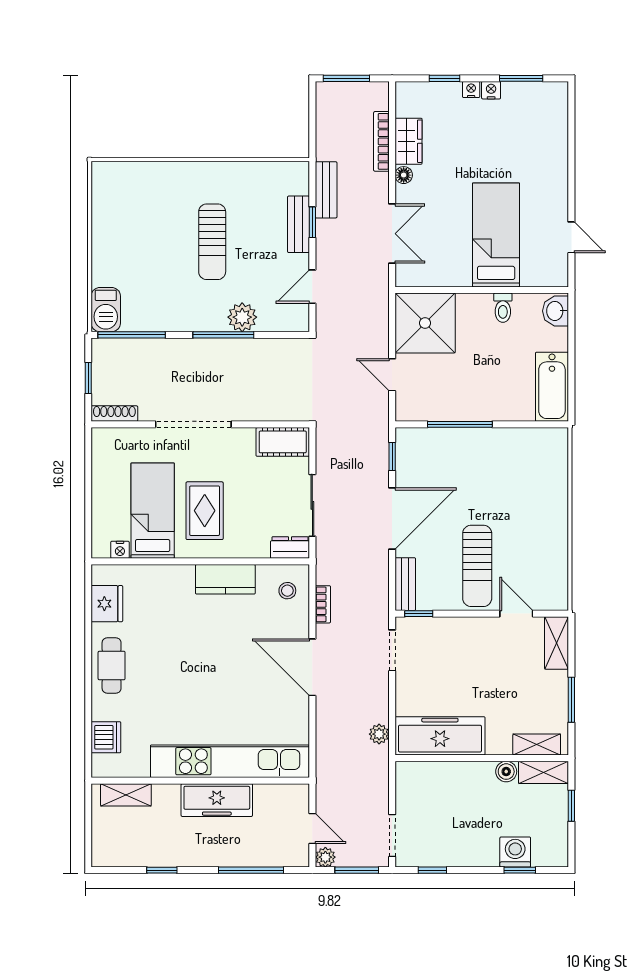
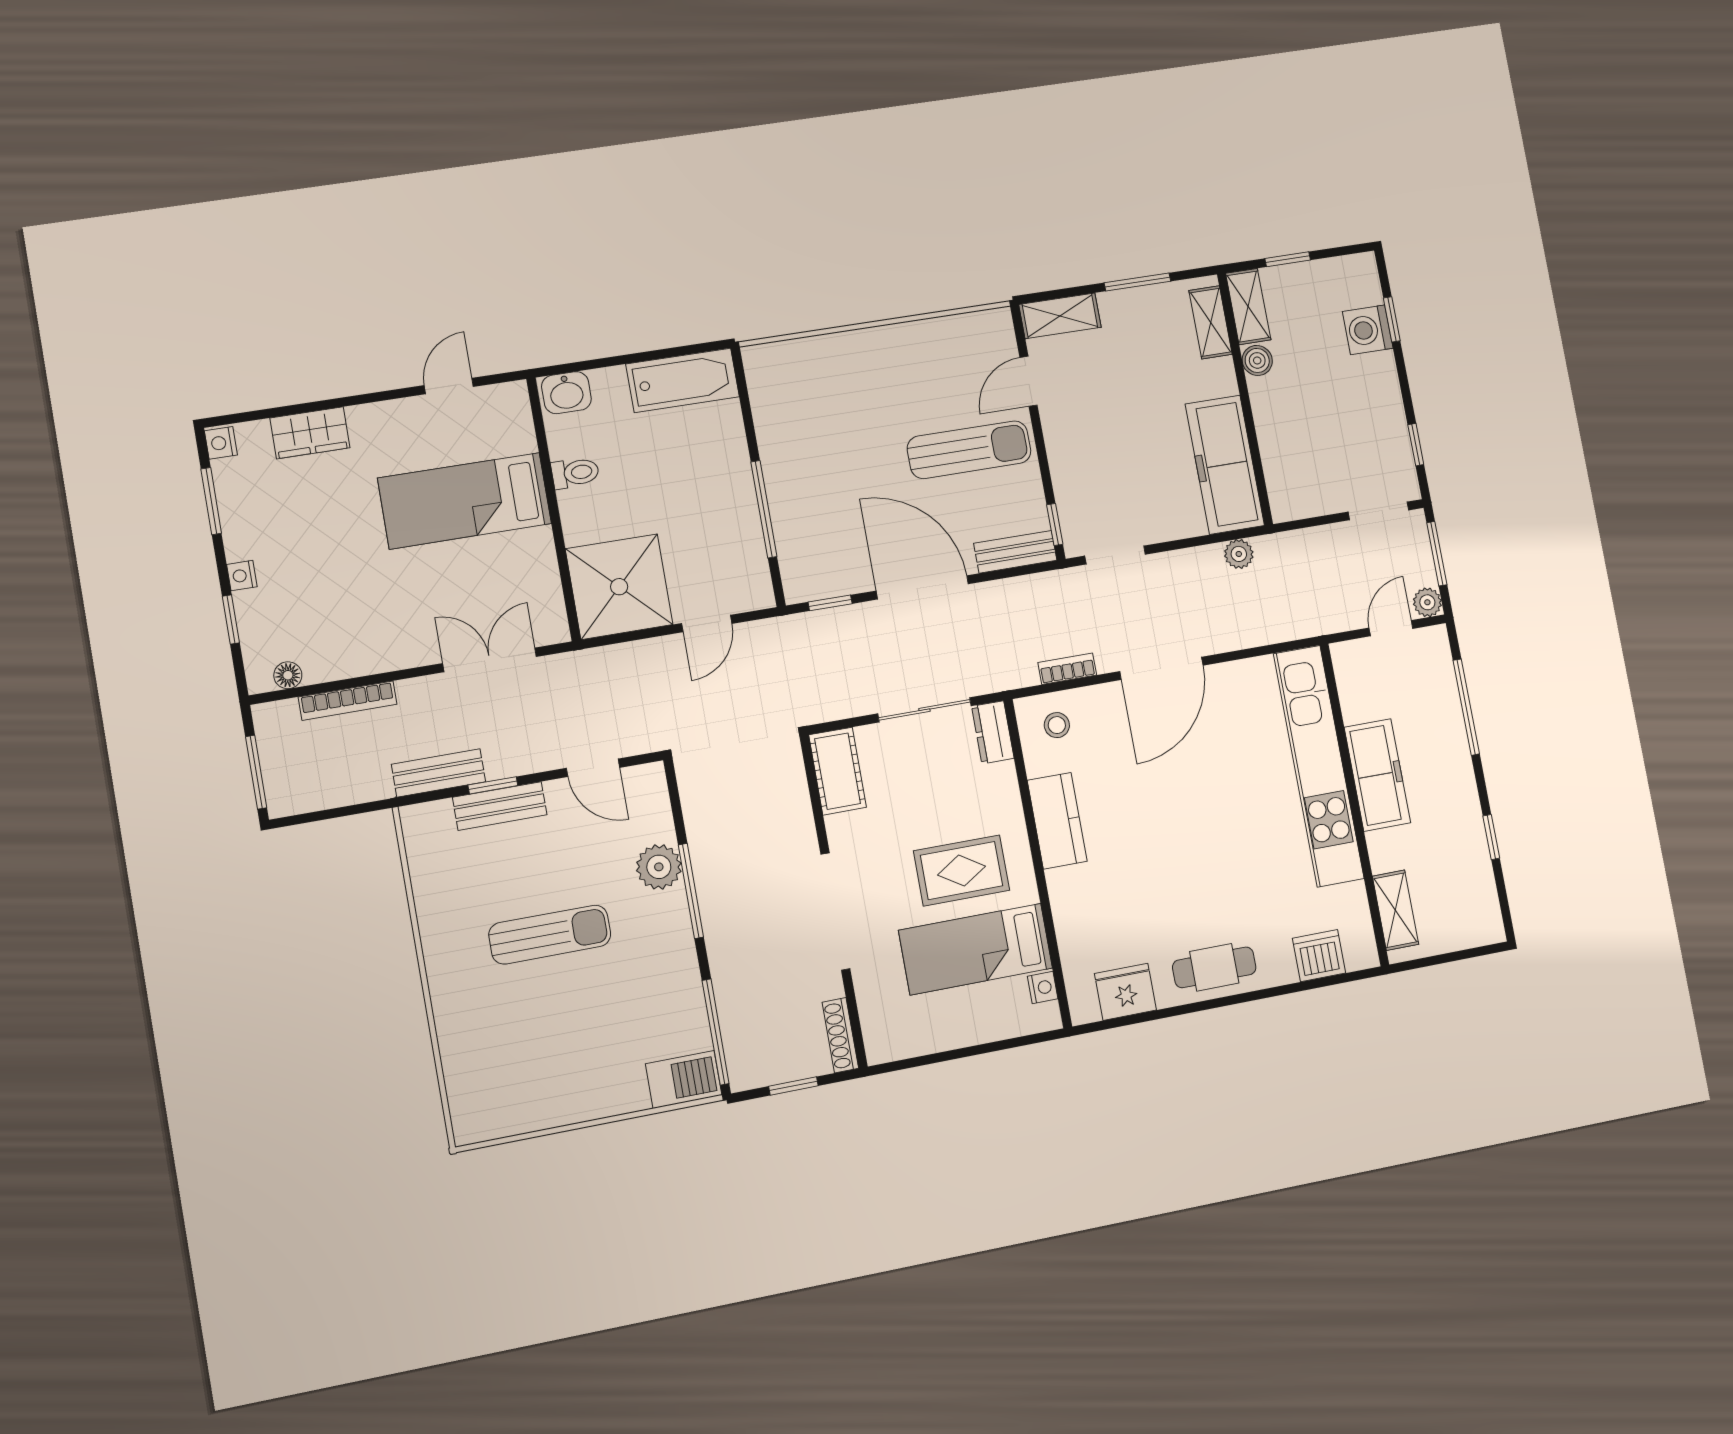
nightstand: (491, 90) -> (221, 443), moved
wardrobe: (408, 141) -> (310, 433), moved, turned 180
floor lamp: (404, 175) -> (288, 675), moved

